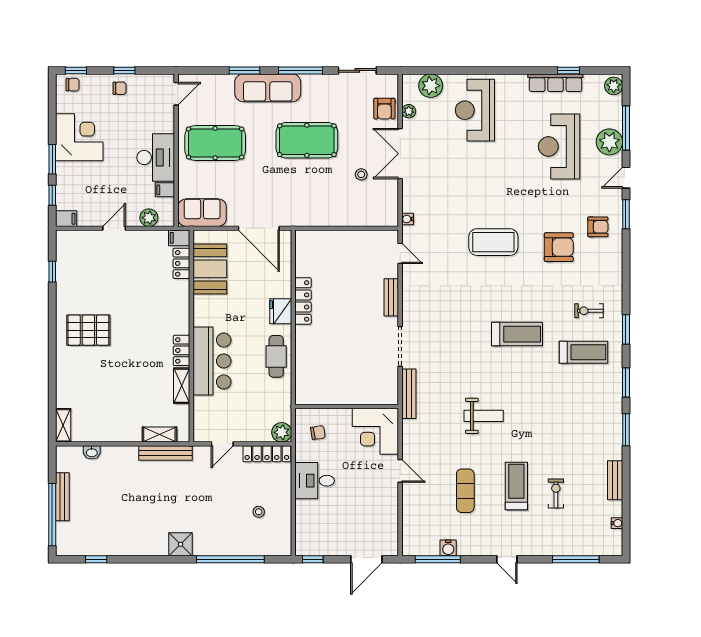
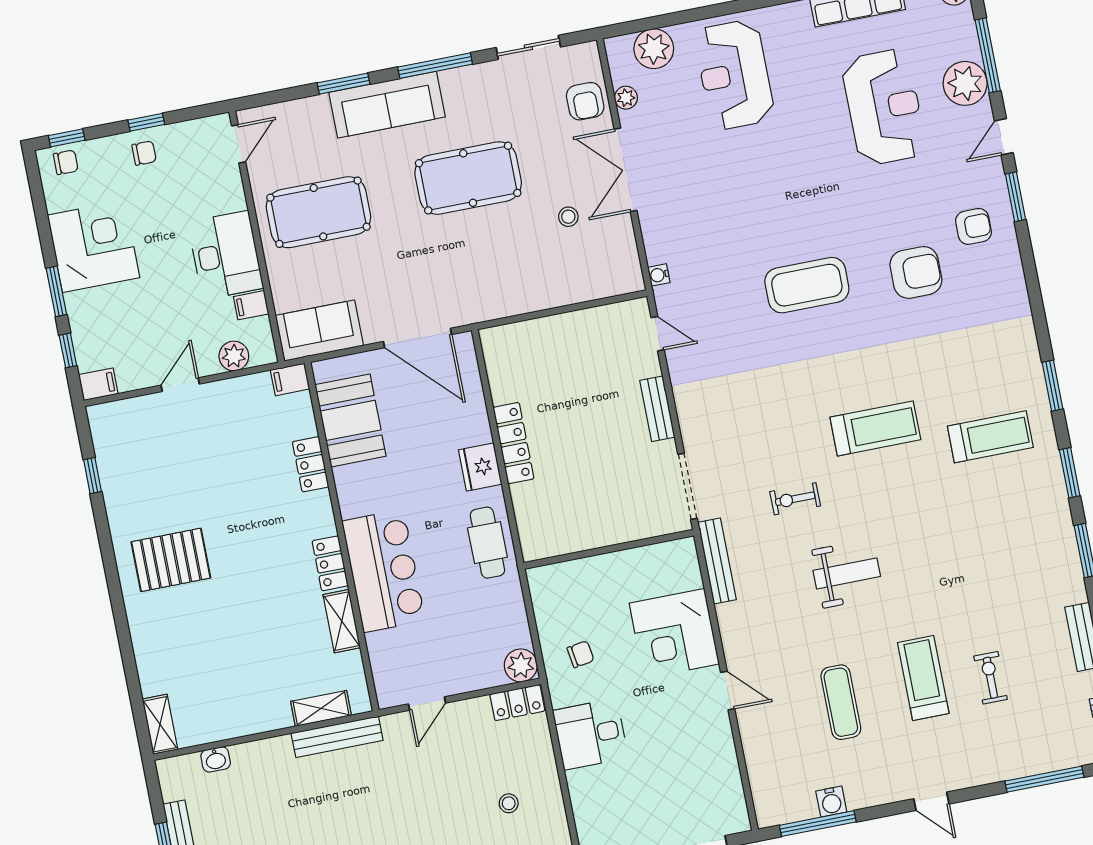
reception desk: (559, 147) -> (884, 107), turned 180
locker: (181, 263) -> (311, 464), moved
exercise bike: (589, 311) -> (795, 499), moved
wall: (347, 407) -> (609, 549), moved
locker: (267, 454) -> (517, 703), width x0.66

